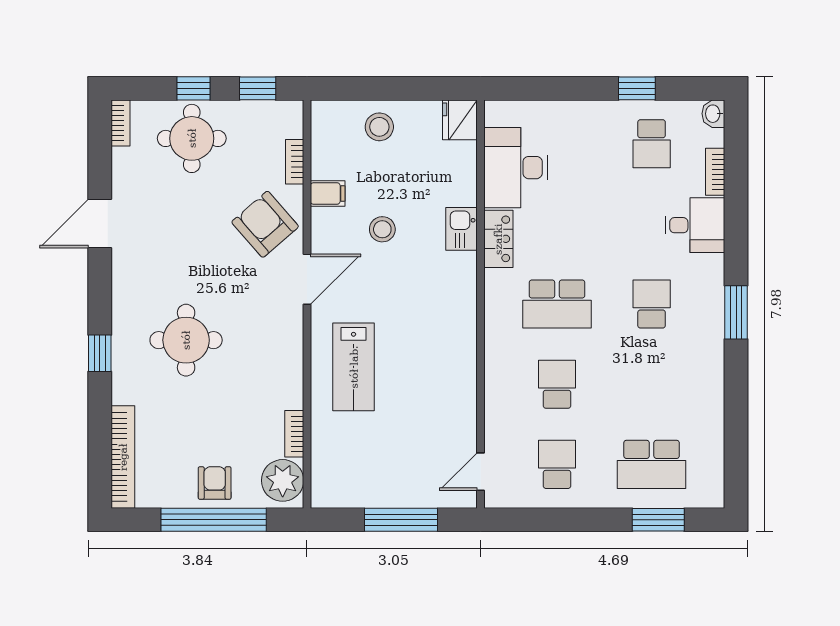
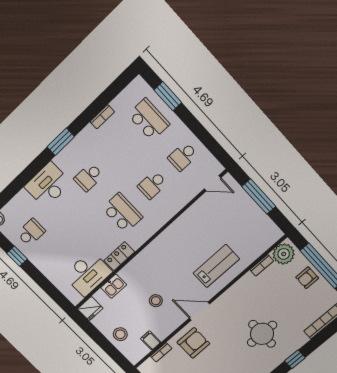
bookcase: (715, 172) -> (102, 117), moved
filing cabinet: (328, 193) -> (151, 340), moved
armchair: (265, 224) -> (193, 343), turned -139
desk: (695, 225) -> (48, 185), width x1.37
kitchen sink: (462, 229) -> (114, 286), moved

